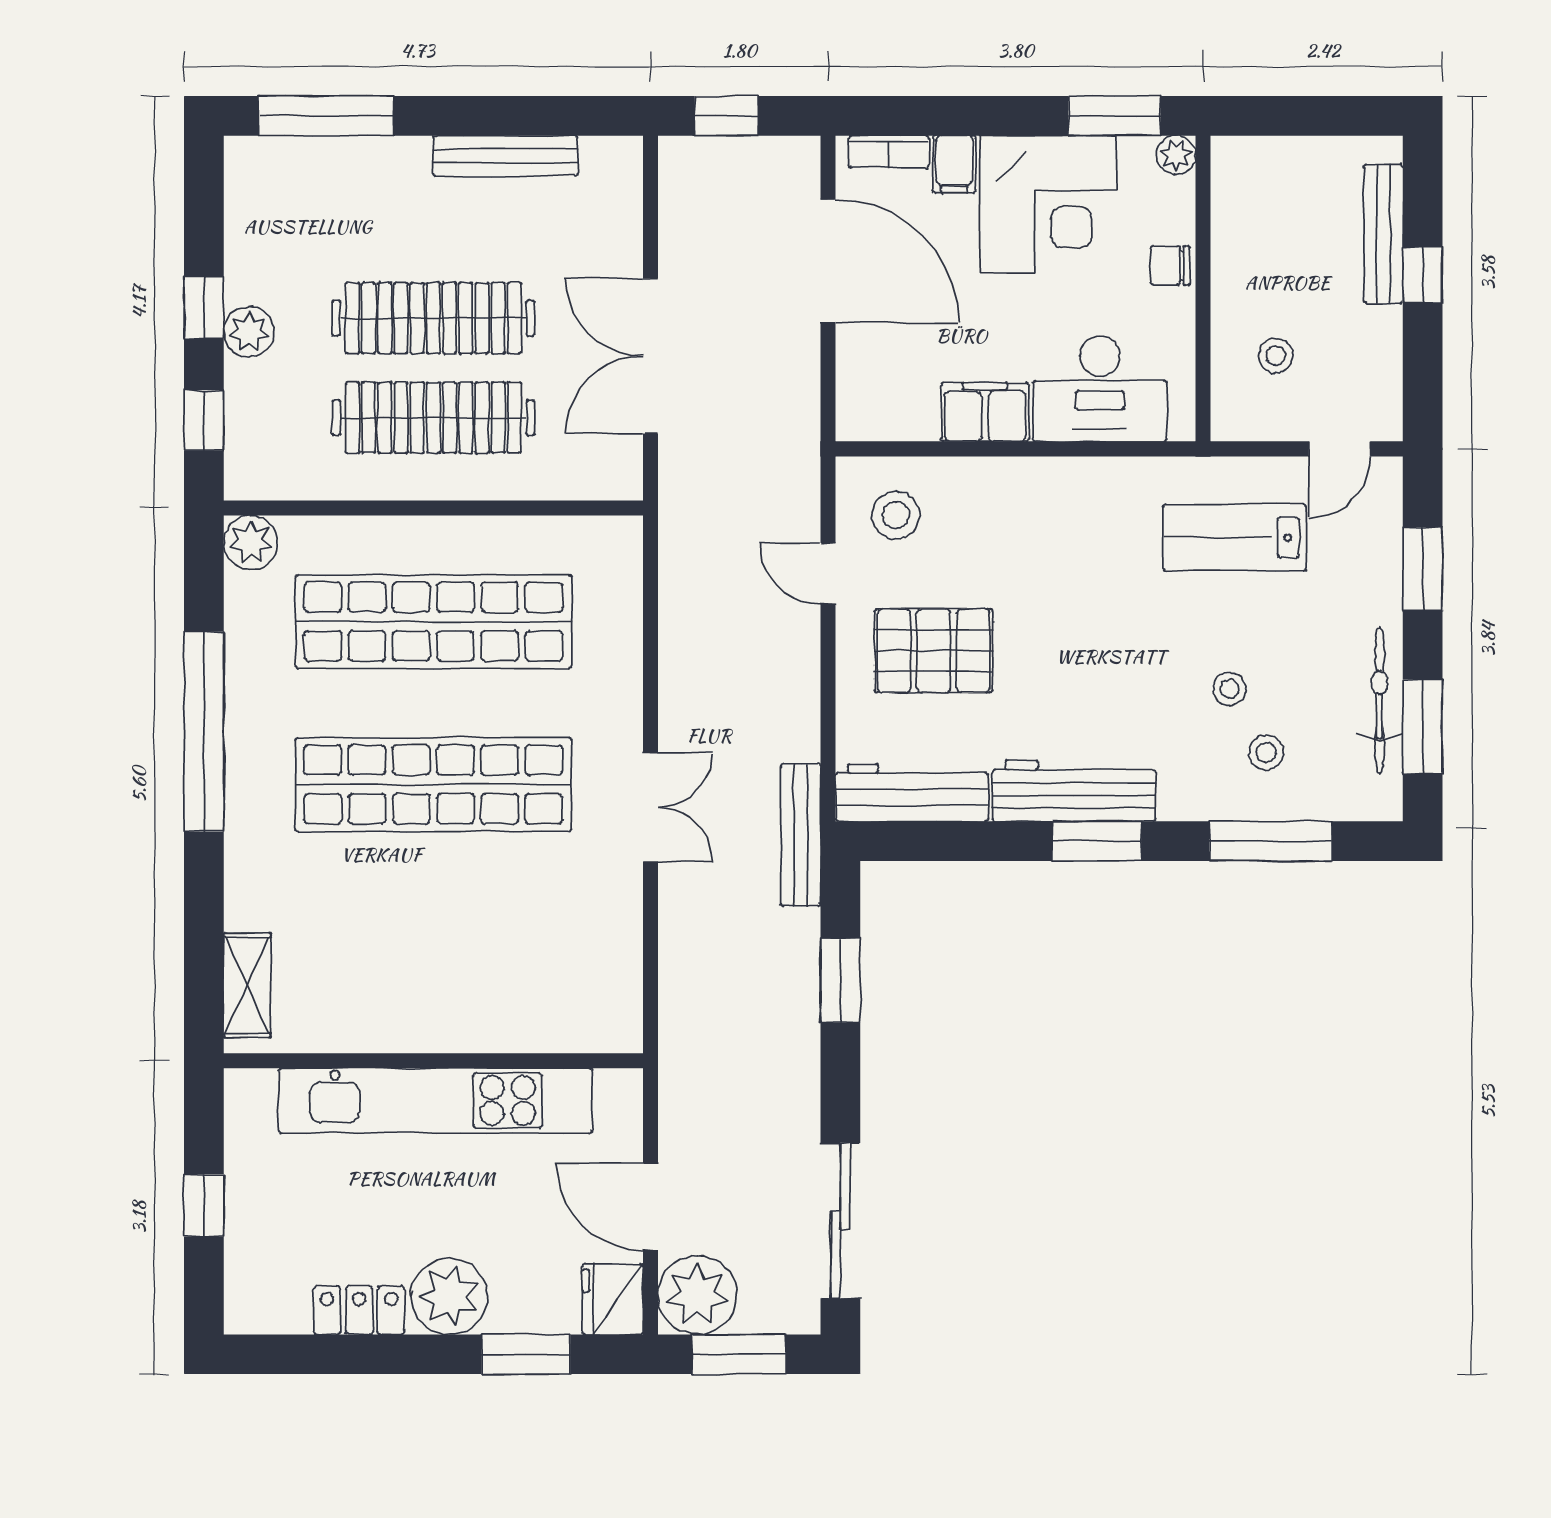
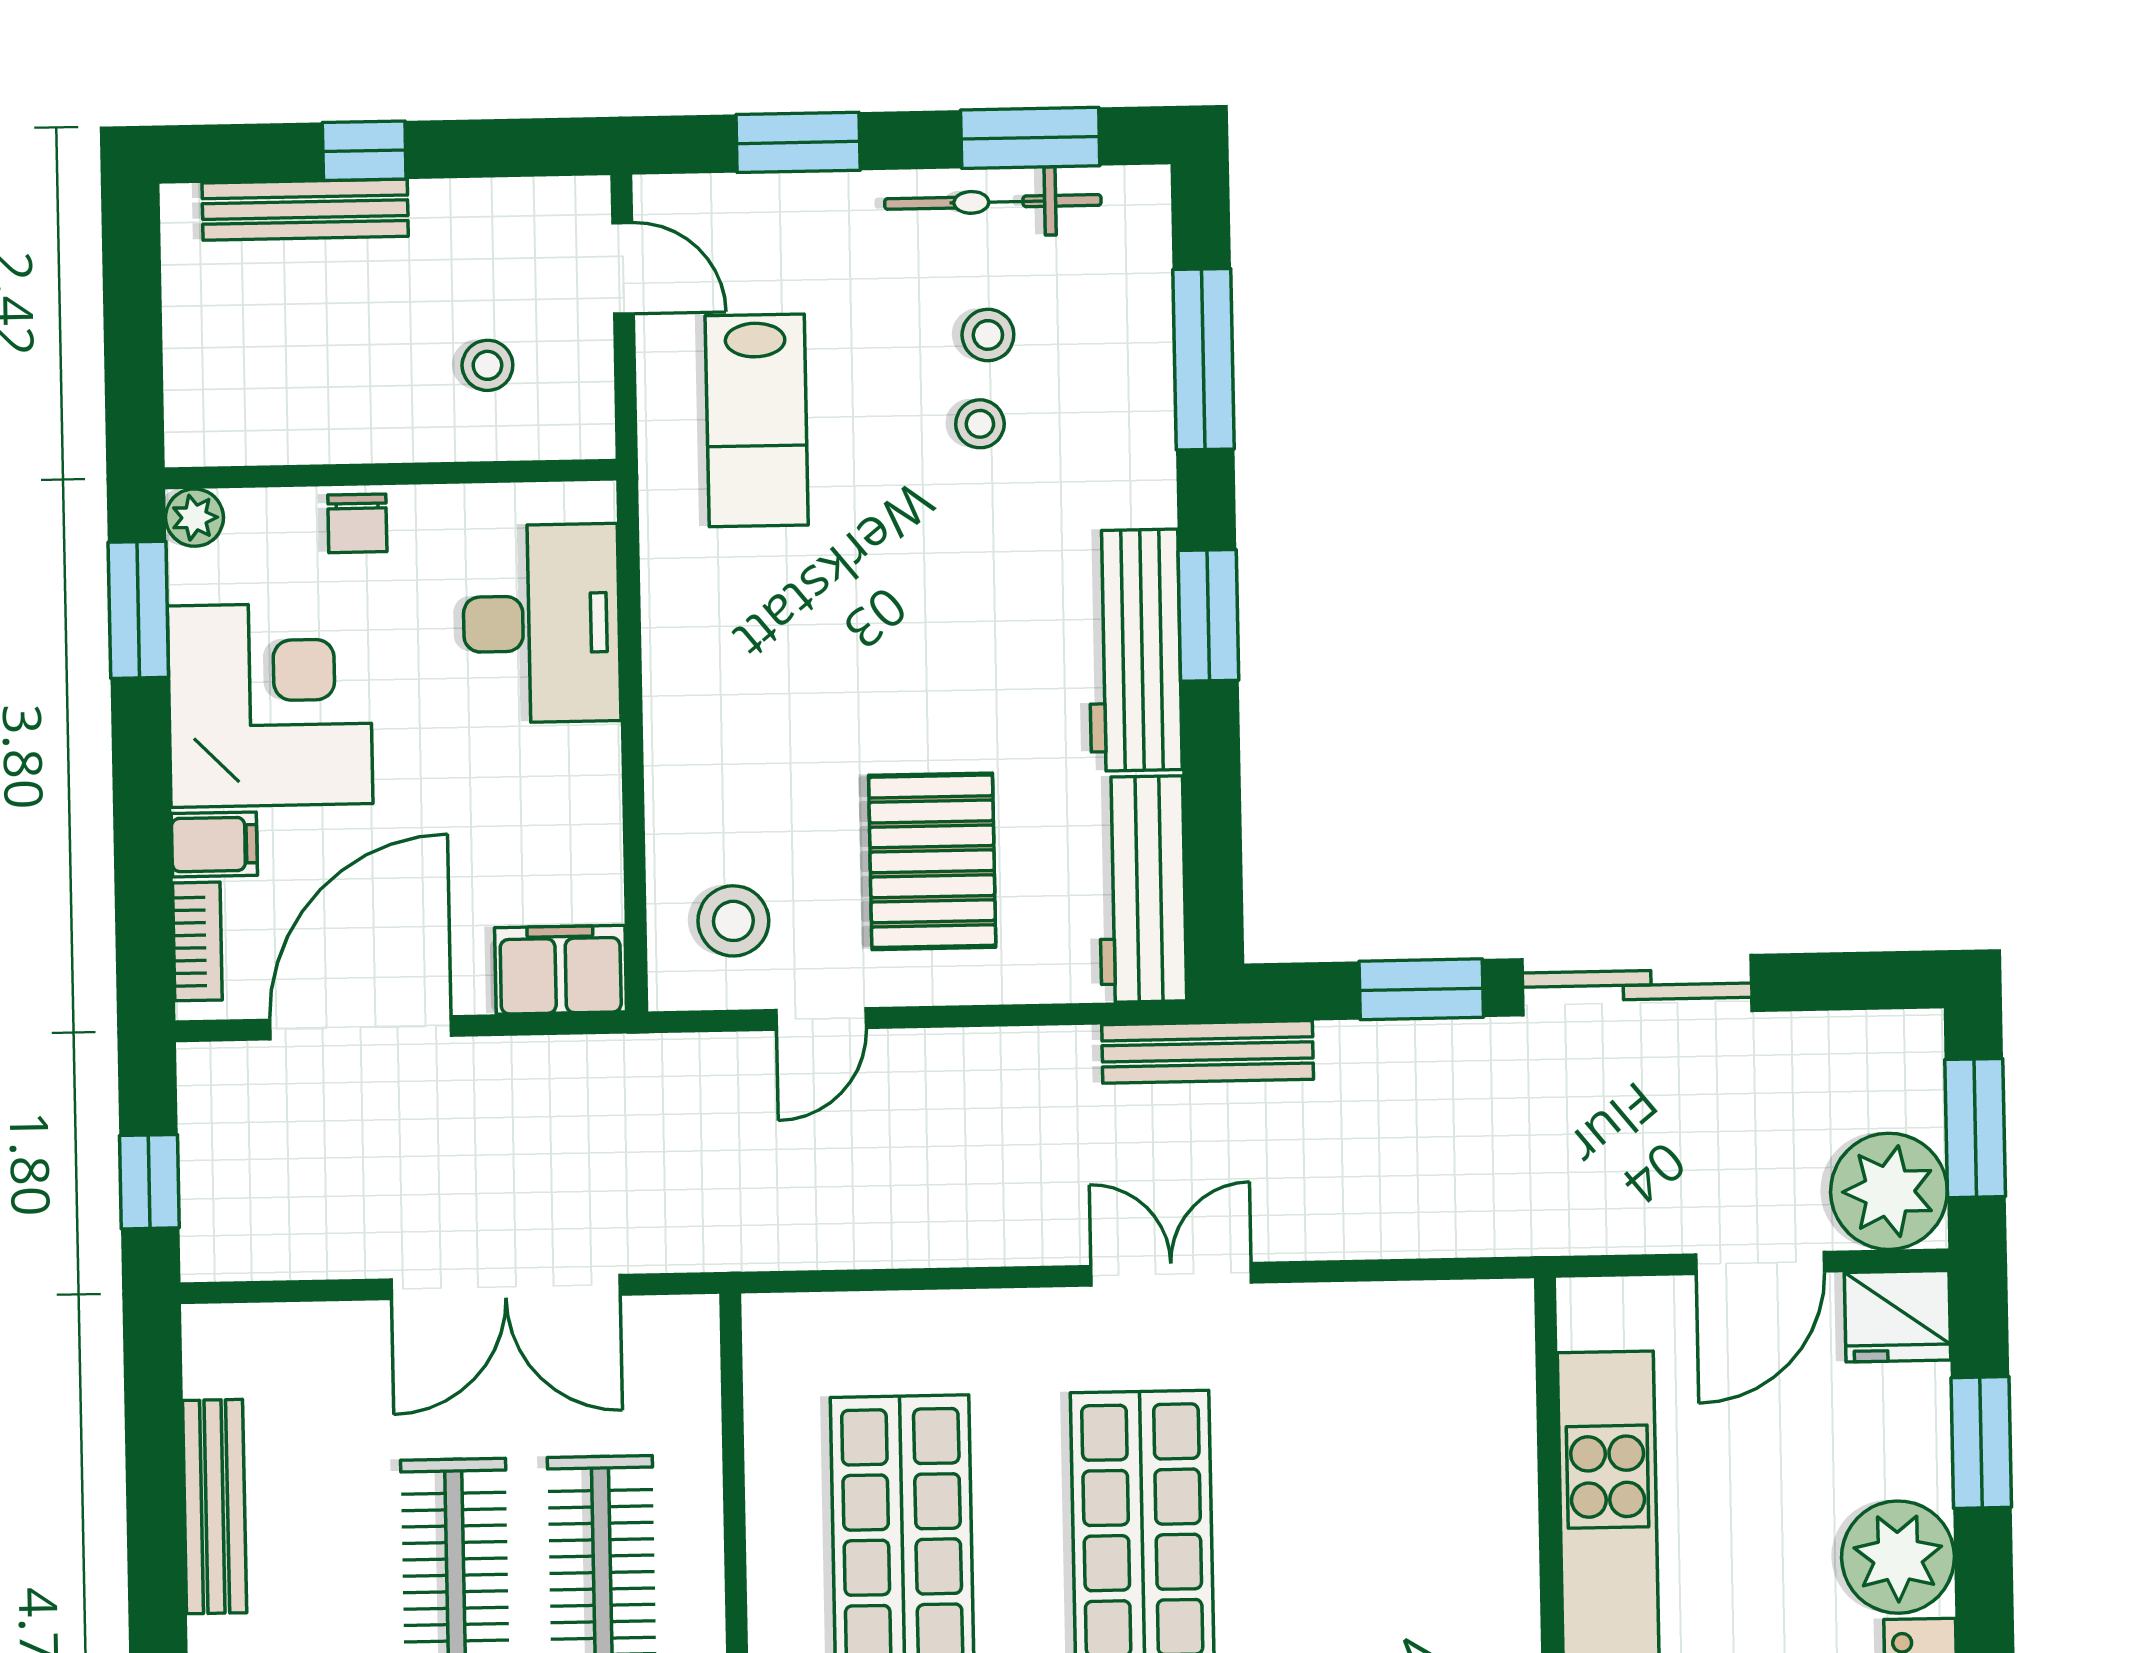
filing cabinet: (985, 412) -> (561, 970), moved, turned 90
stool: (1266, 753) -> (988, 335), moved
sliding door: (840, 1221) -> (1637, 985), moved

